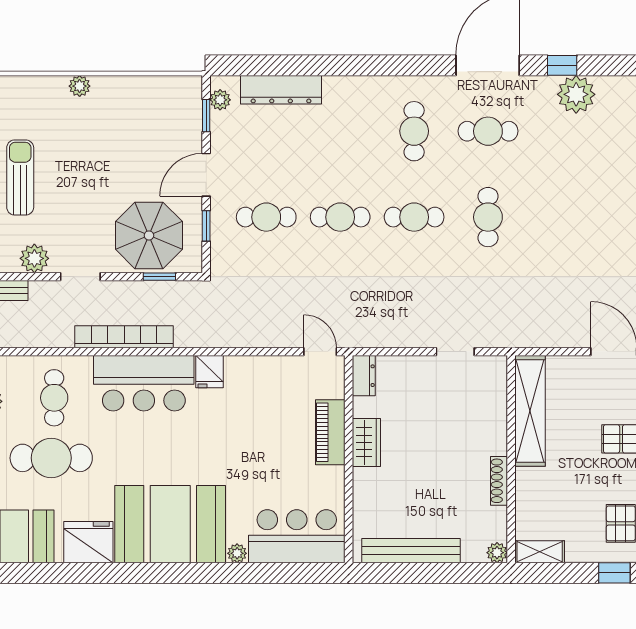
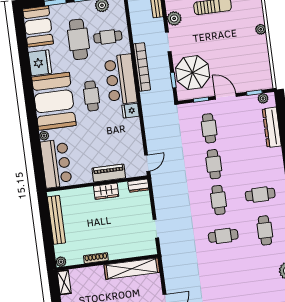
cafe table: (169, 447) -> (92, 96), added

